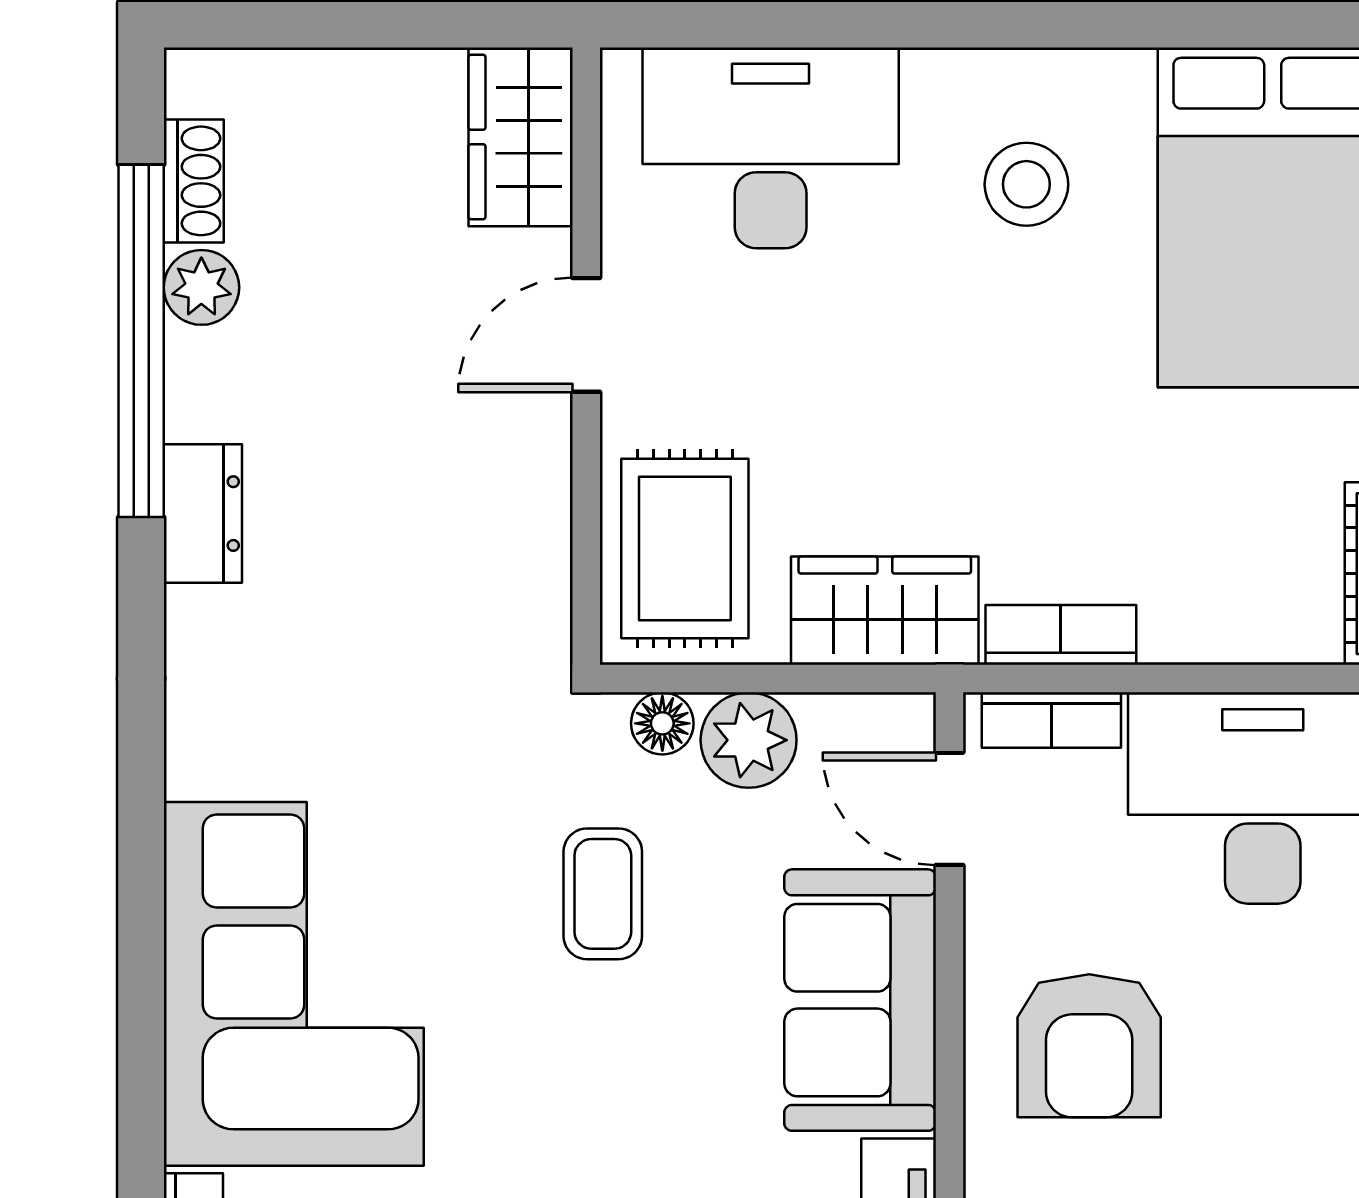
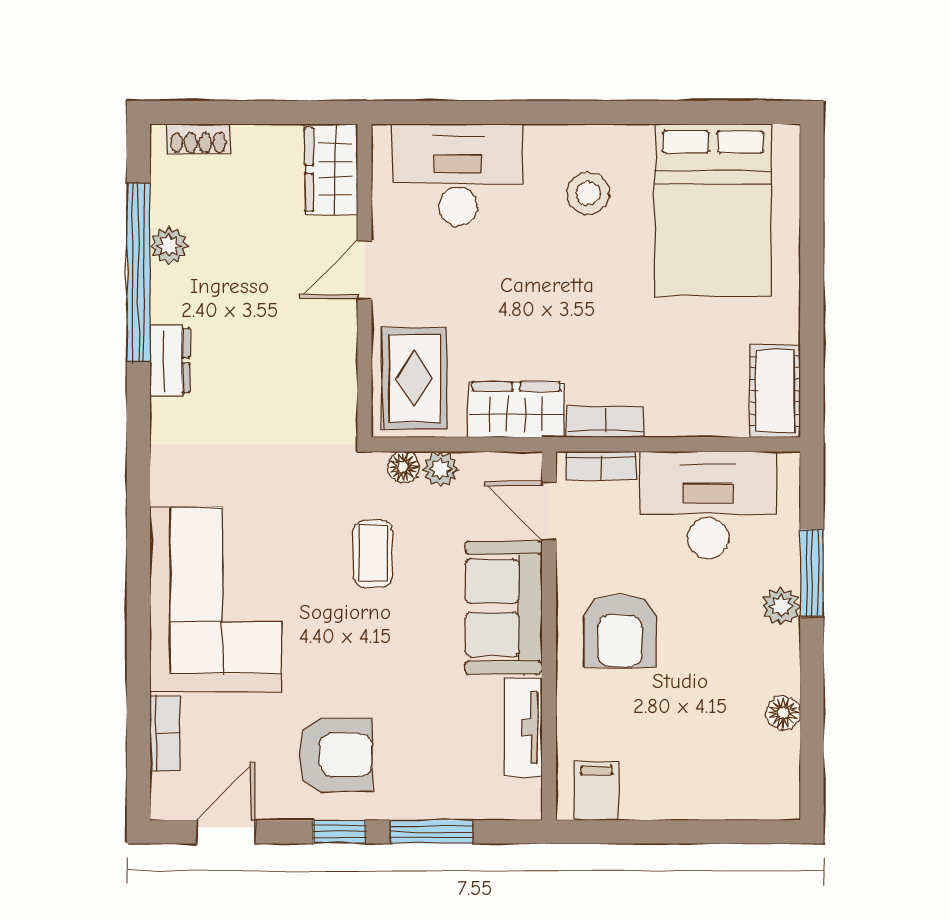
shoe rack: (194, 181) -> (198, 139), moved, turned 90
plant: (749, 740) -> (440, 469), width x0.73, depth x0.73

